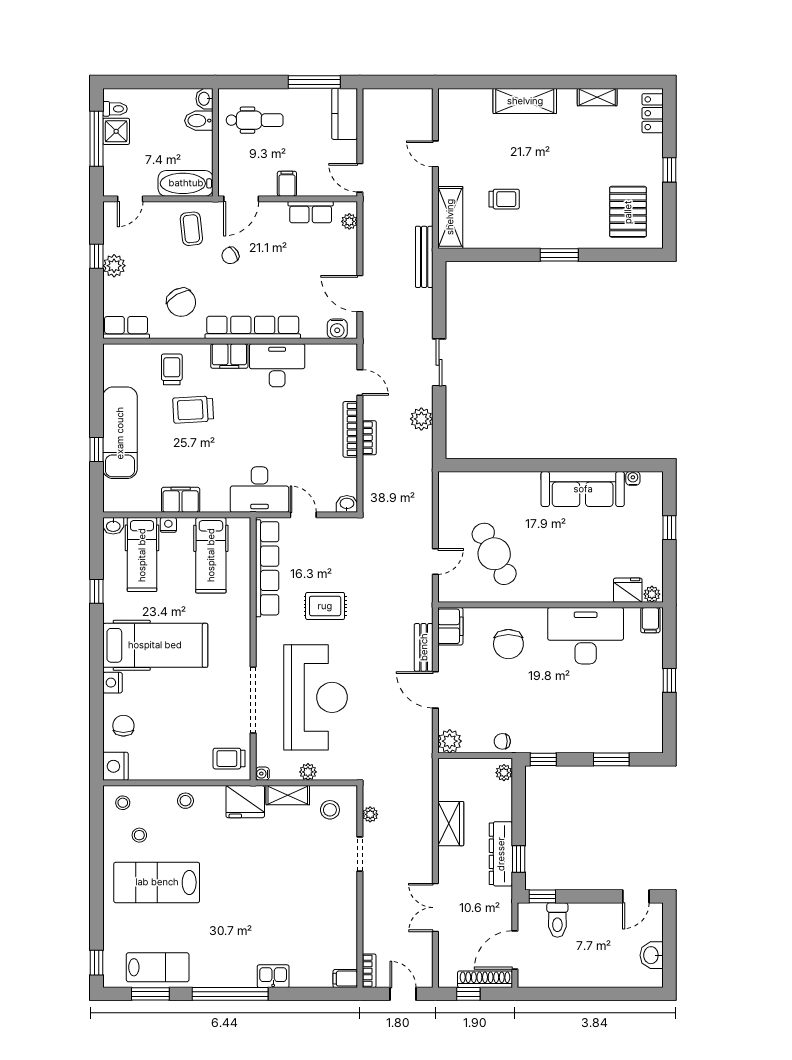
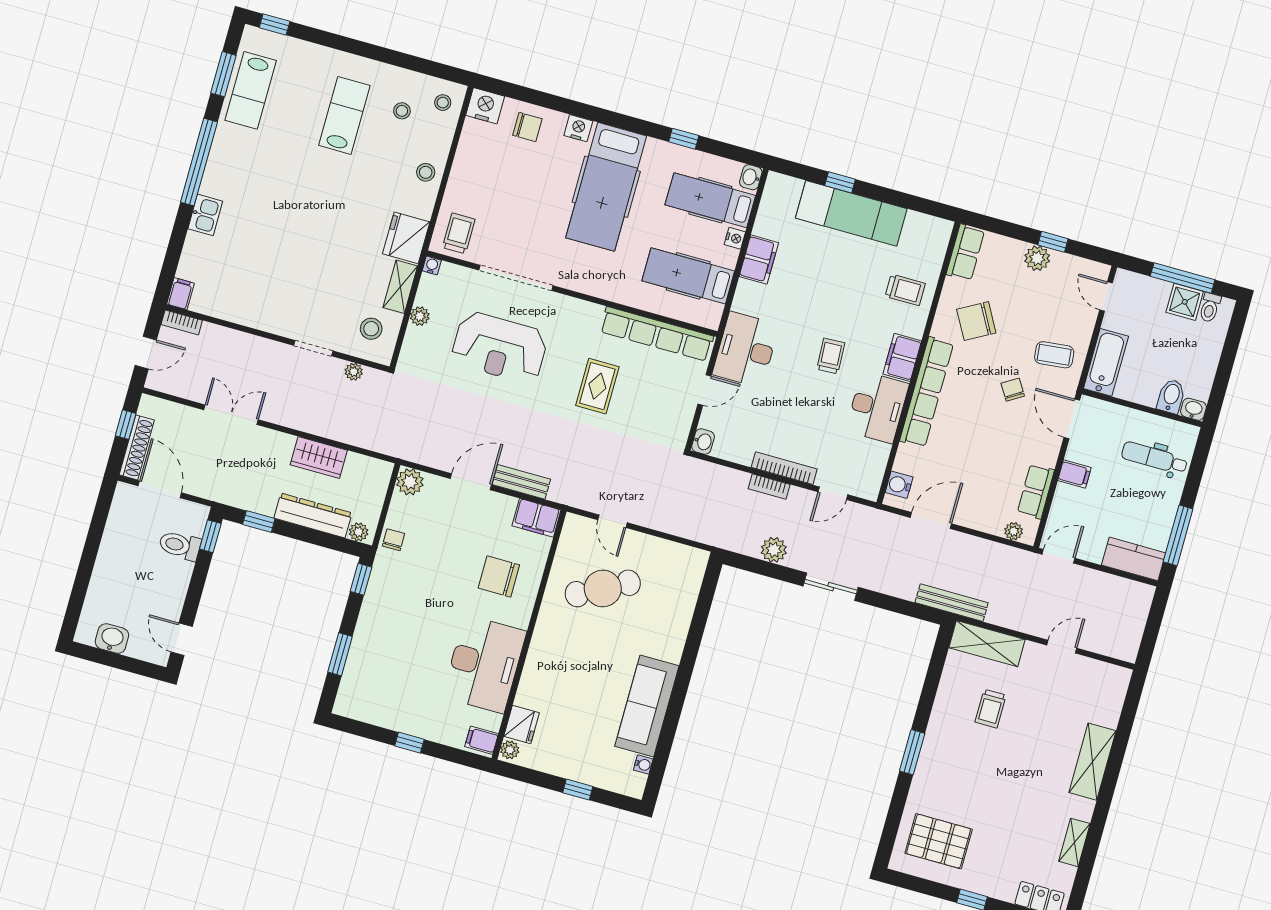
dental chair: (255, 120) -> (1154, 458), turned 90
trolley: (193, 410) -> (831, 356), moved, width x0.73, depth x0.72
reception desk: (316, 697) -> (500, 347), width x0.74, depth x0.77
dresser: (501, 854) -> (313, 515), moved
lab bench: (157, 882) -> (344, 115), width x0.73, depth x0.72

